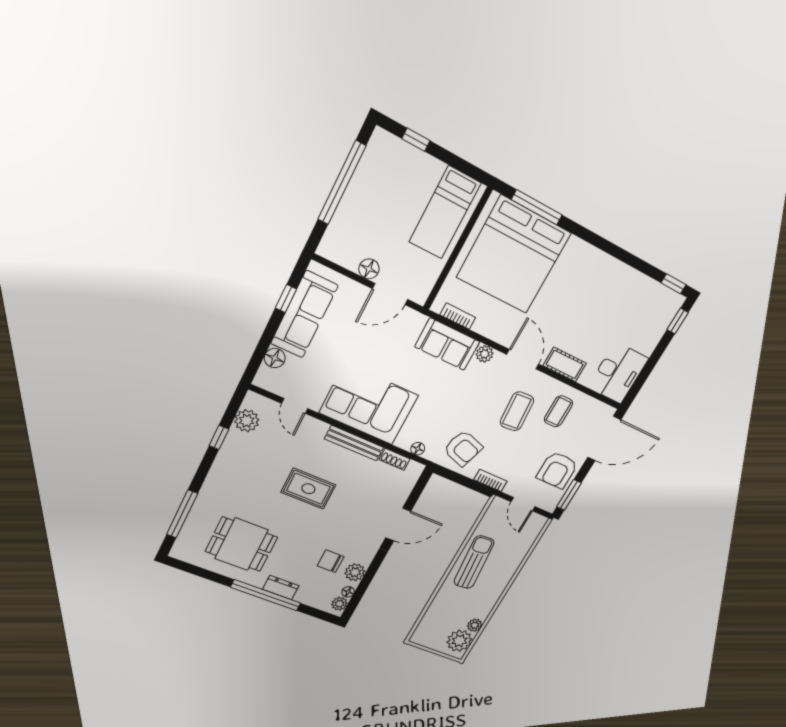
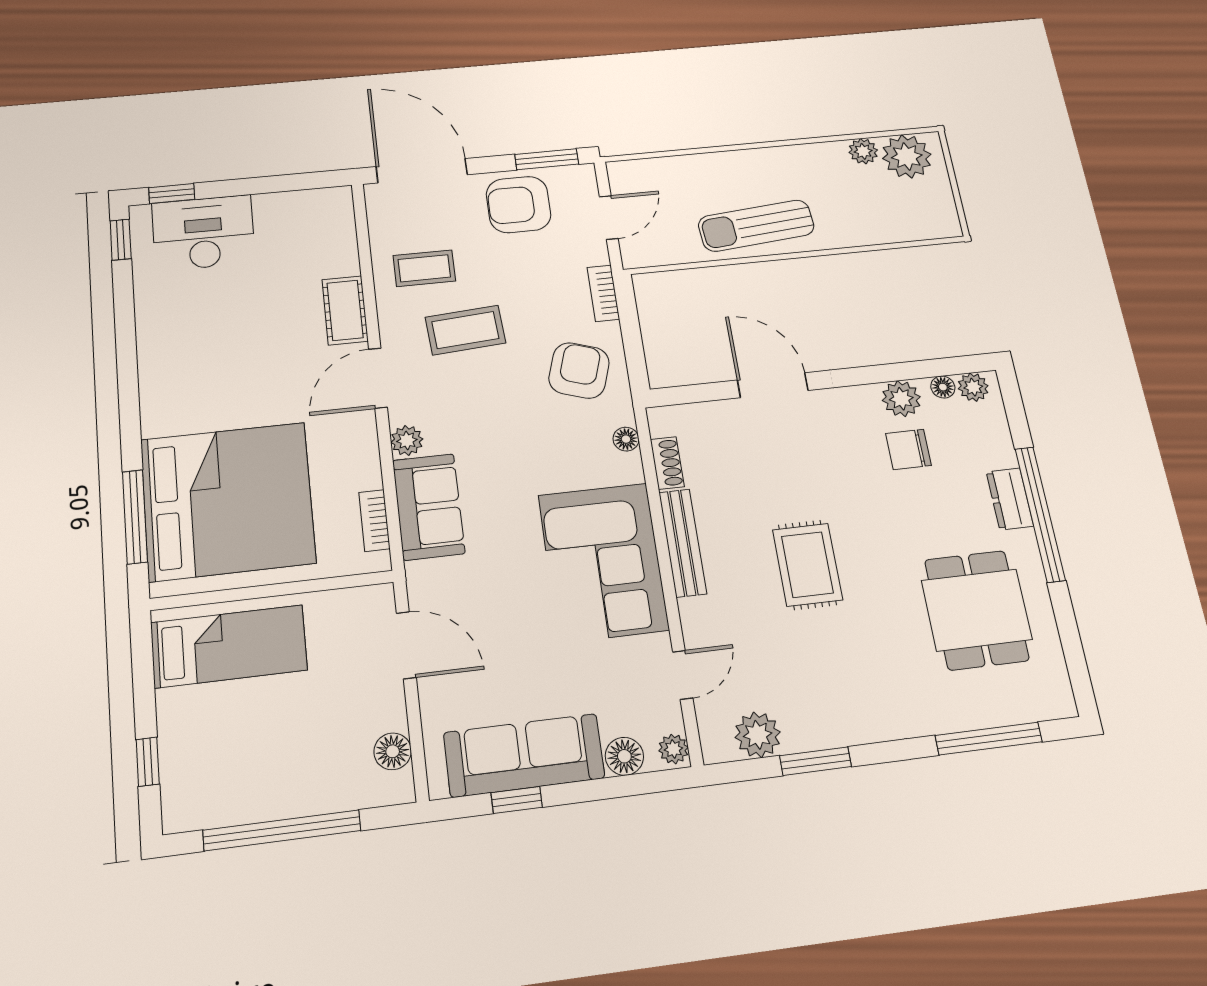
floor lamp: (369, 269) -> (393, 751), moved
desk: (618, 373) -> (203, 233), moved
plant: (264, 381) -> (673, 749), added
window: (219, 437) -> (816, 761), width x1.50
armchair: (557, 470) -> (518, 205), turned 180
chair: (331, 561) -> (908, 449), turned 90

